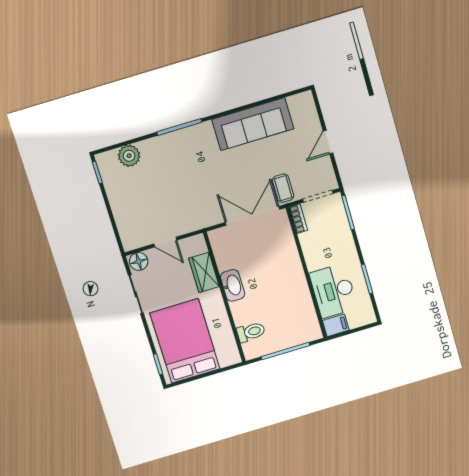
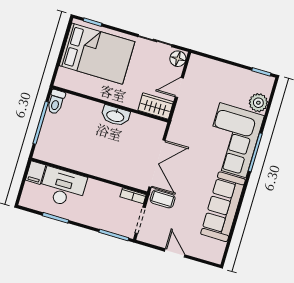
corner sofa: (182, 157) -> (233, 140), added
wardrobe: (204, 272) -> (156, 106), moved
toilet: (251, 332) -> (56, 102), moved

